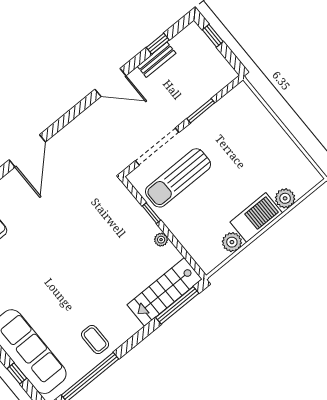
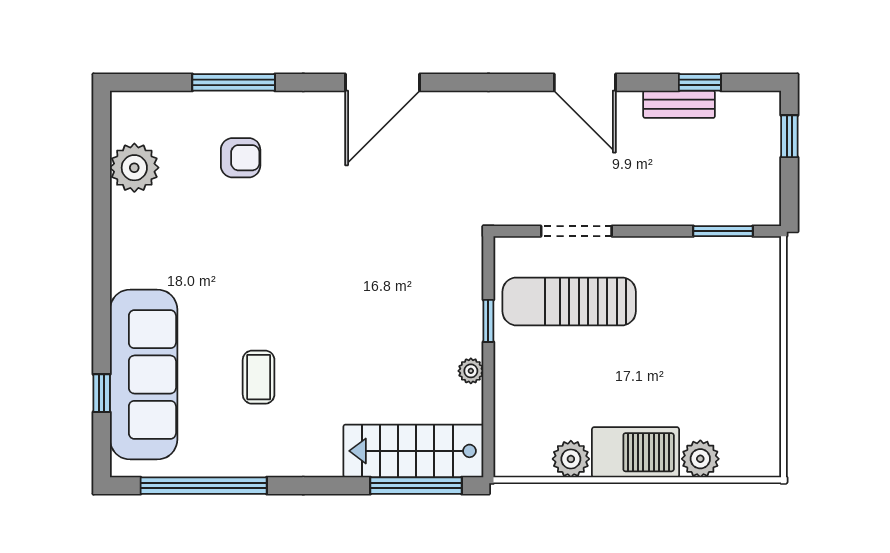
window: (201, 111) -> (723, 231), moved
doorway: (157, 147) -> (576, 231), width x0.73
coffee table: (95, 339) -> (259, 377), moved

